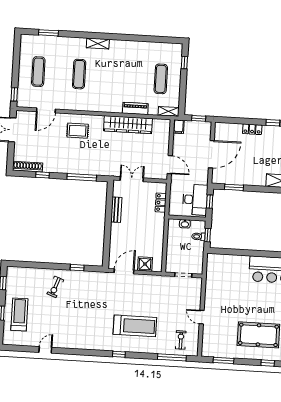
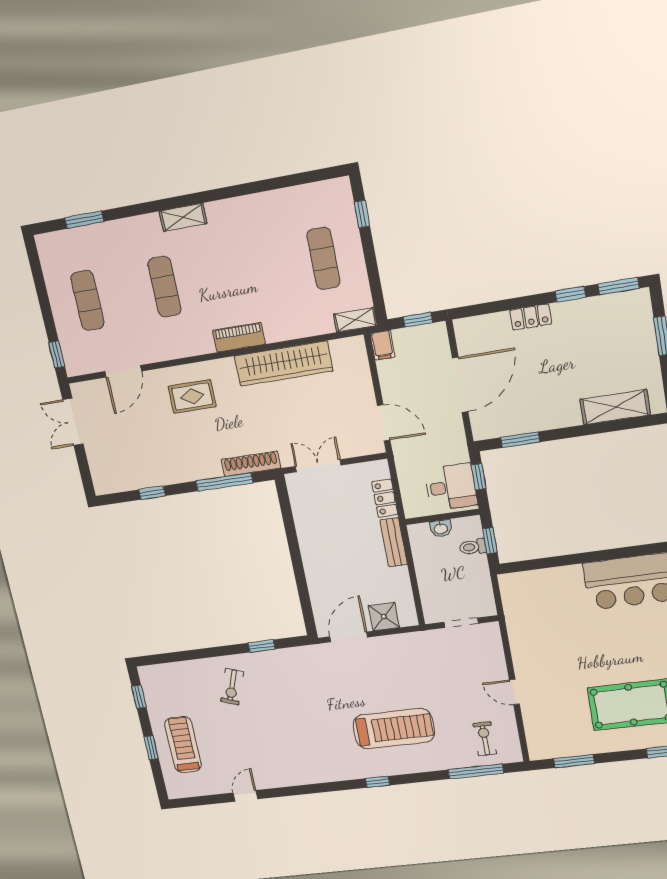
piano: (135, 108) -> (239, 337), moved
shoe rack: (28, 167) -> (251, 464), moved
desk: (195, 200) -> (451, 487), width x0.73
bench: (116, 210) -> (394, 542), moved

